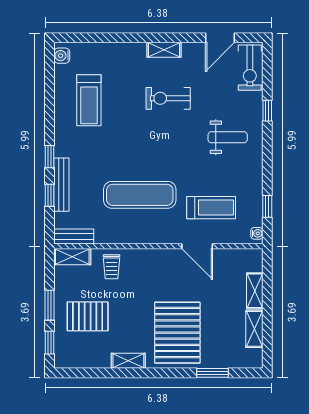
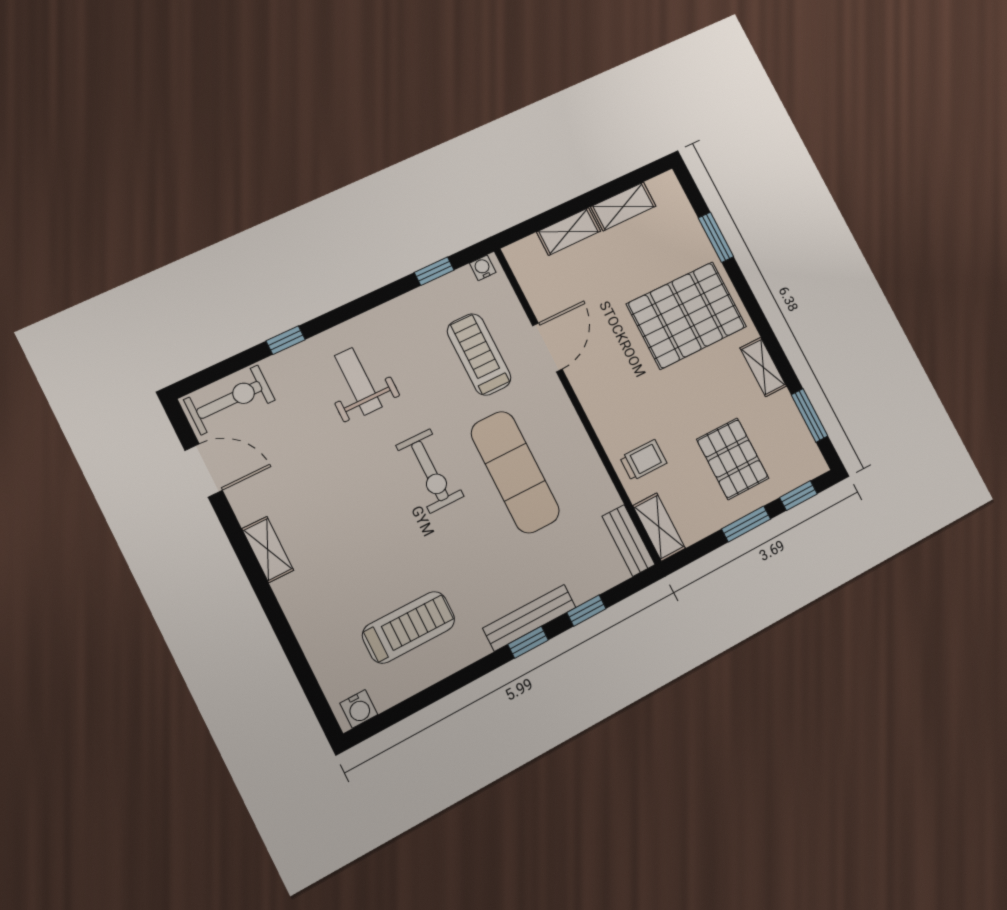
exercise bike: (168, 98) -> (430, 471), moved
bench: (61, 185) -> (529, 618), moved
window: (89, 373) -> (809, 415), added

